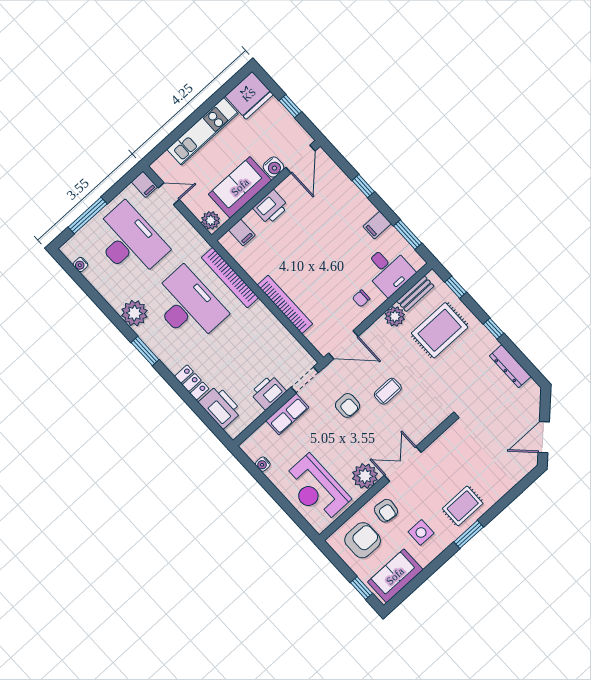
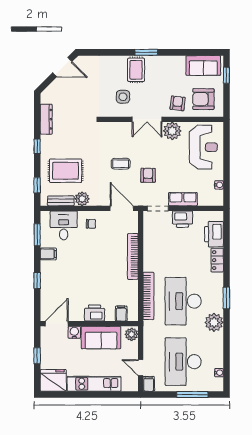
rug: (463, 506) -> (136, 70), turned 90
side table: (421, 532) -> (123, 97), moved

